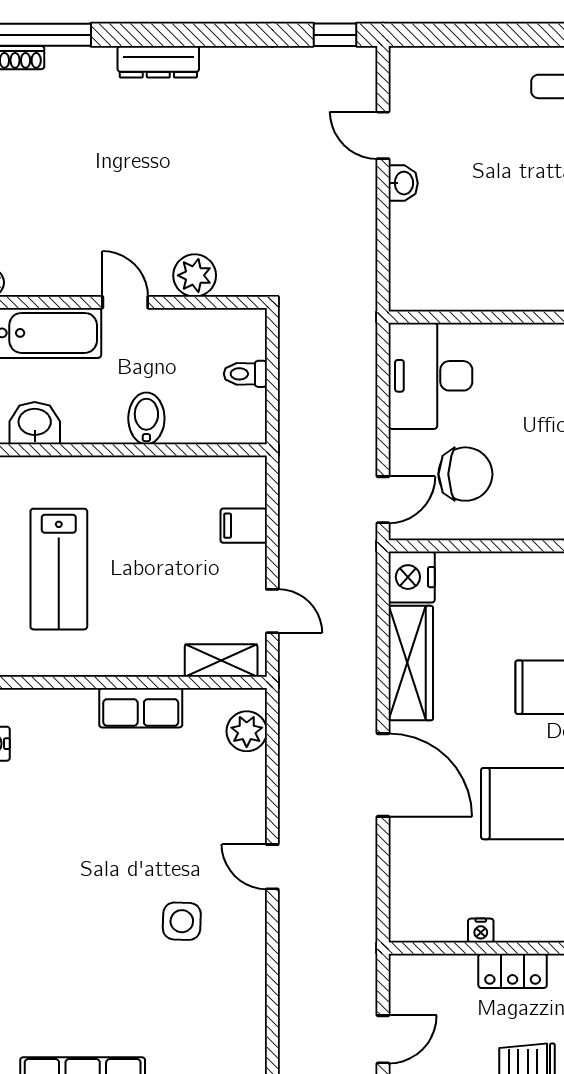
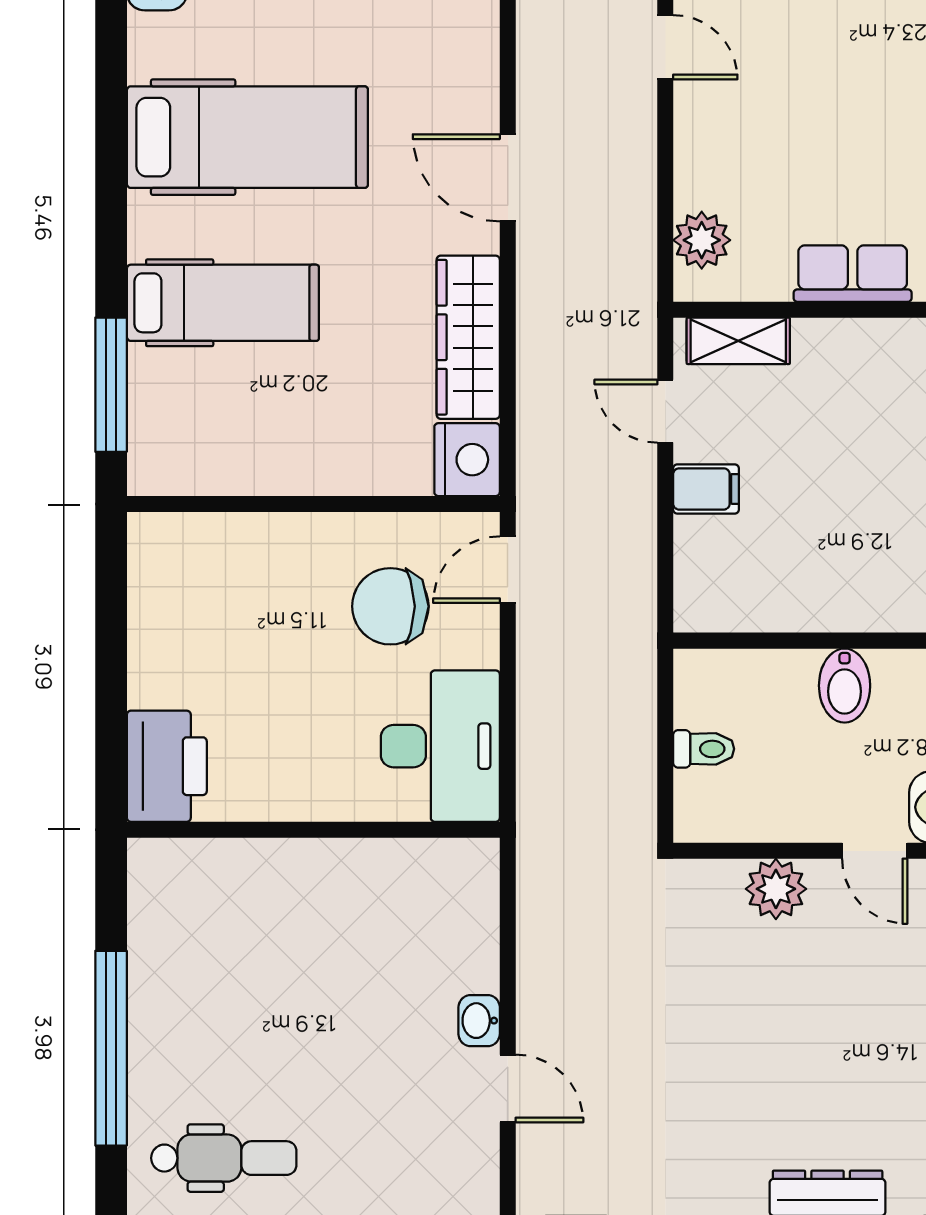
filing cabinet: (244, 526) -> (706, 489), moved
door: (383, 775) -> (508, 178), width x0.73

